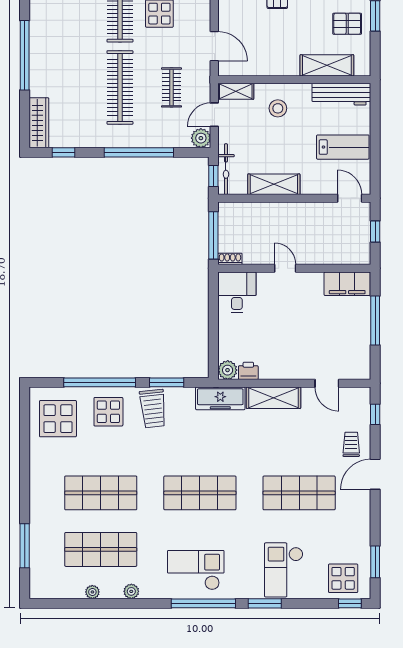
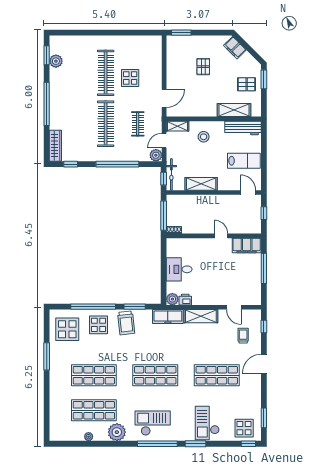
door: (214, 46) -> (164, 98), hinge flipped
door: (285, 268) -> (221, 236), moved
desk: (237, 292) -> (179, 269), moved, turned -90
trolley: (351, 444) -> (243, 336), moved
window: (25, 546) -> (47, 356), moved
plant: (131, 591) -> (117, 432), width x1.88, depth x1.88

